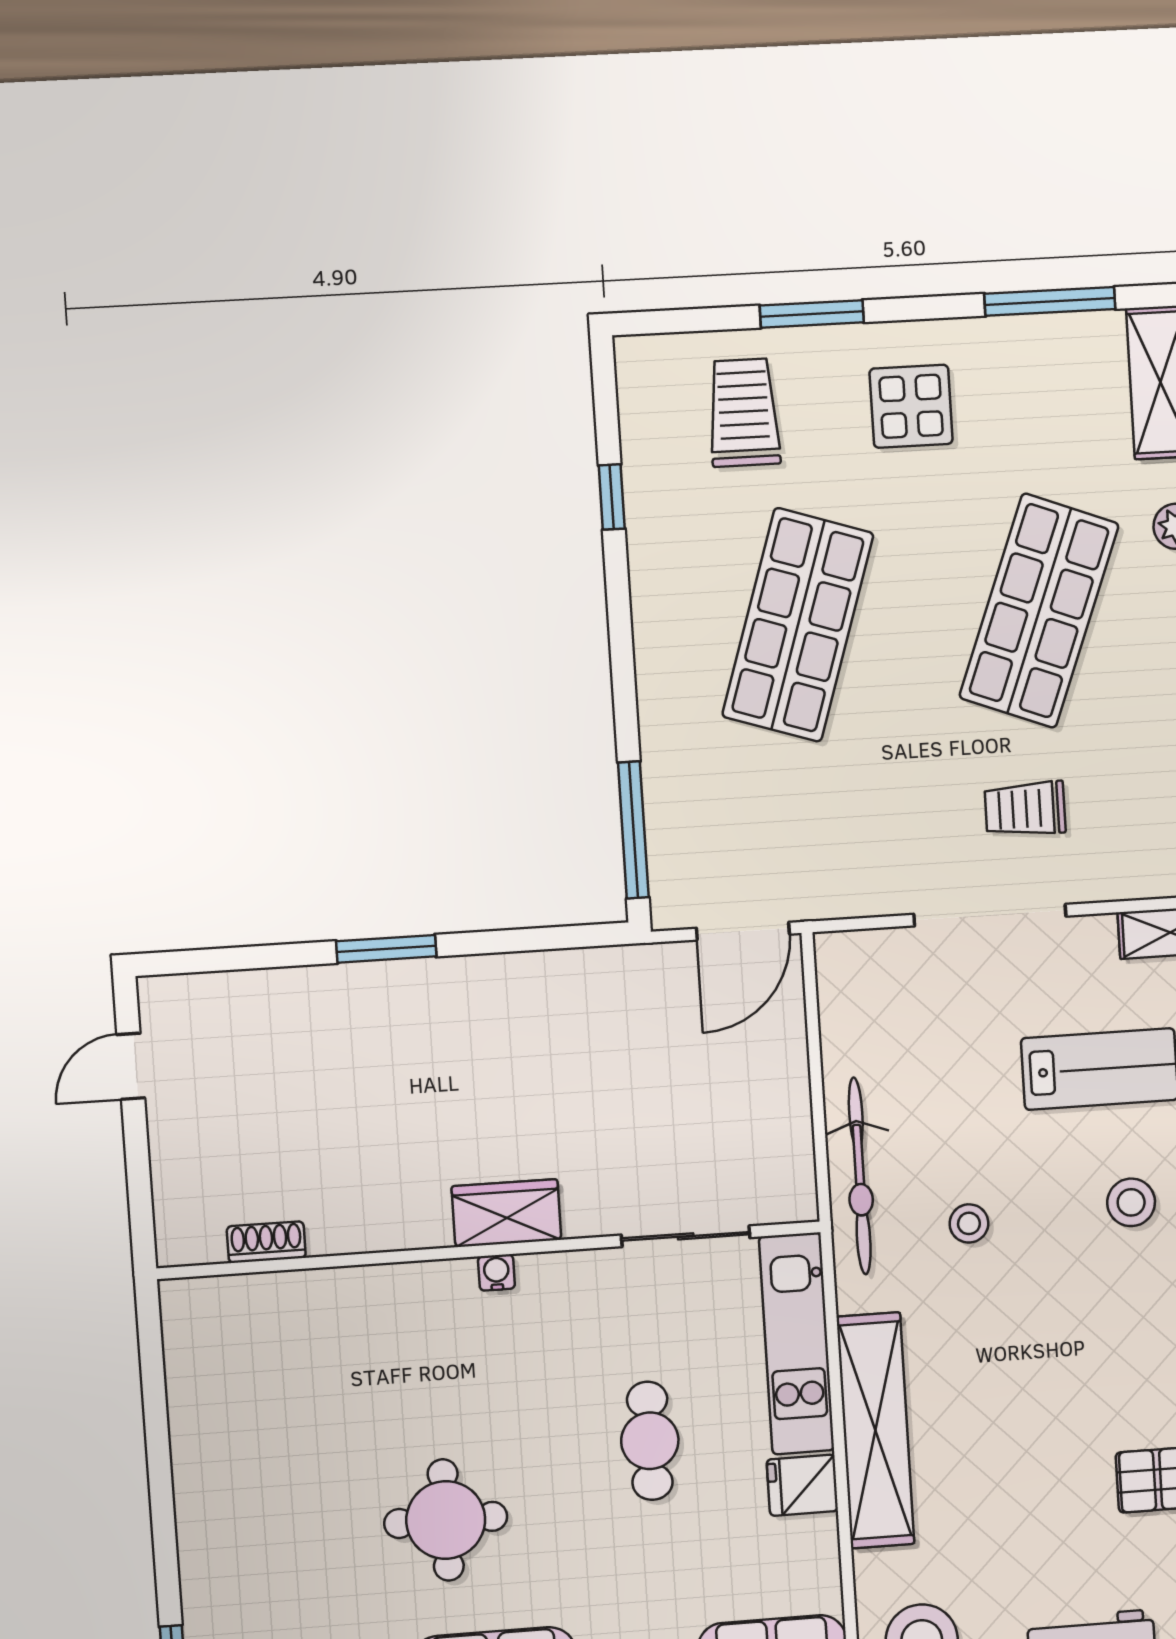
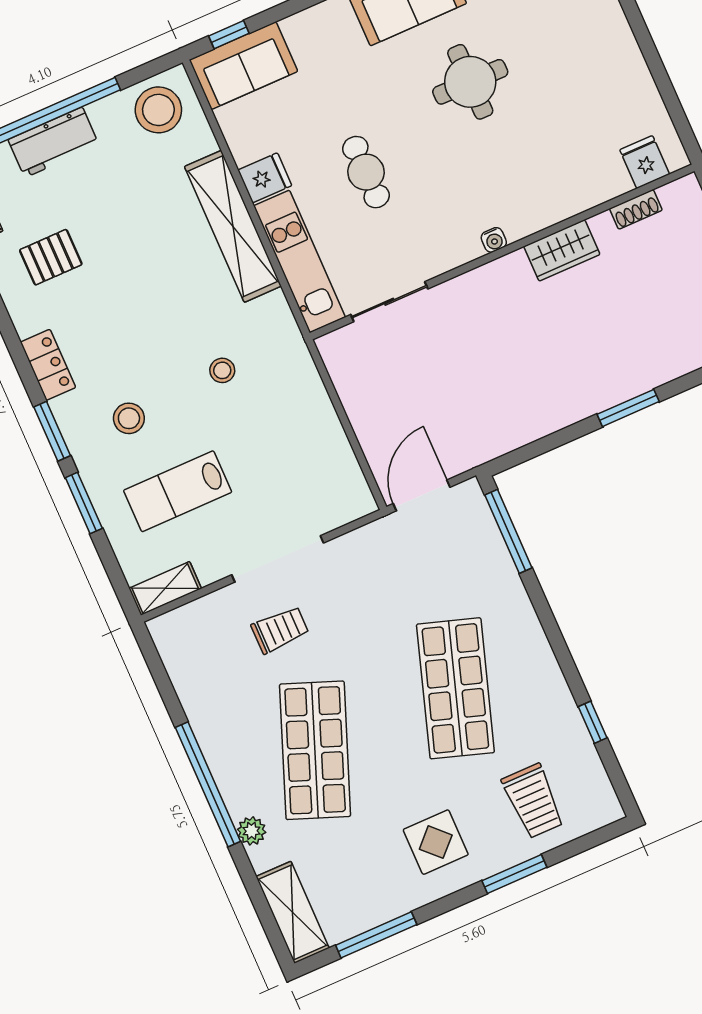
bicycle: (860, 1176) -> (298, 375), removed
wardrobe: (506, 1213) -> (562, 250), moved
fridge: (227, 1308) -> (645, 162), added

